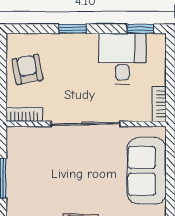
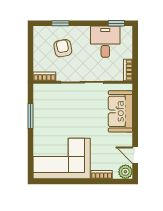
window: (73, 29) -> (60, 23), moved
armchair: (27, 69) -> (63, 48), moved

